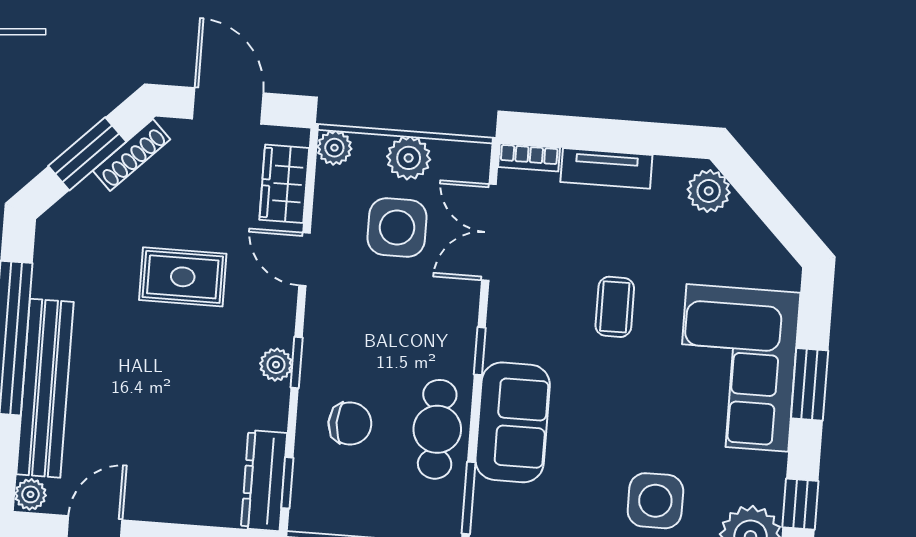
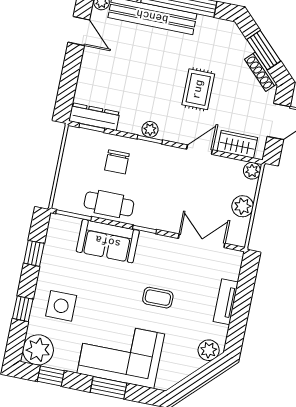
bookcase: (529, 157) -> (236, 265), removed
side table: (397, 227) -> (209, 196), removed

